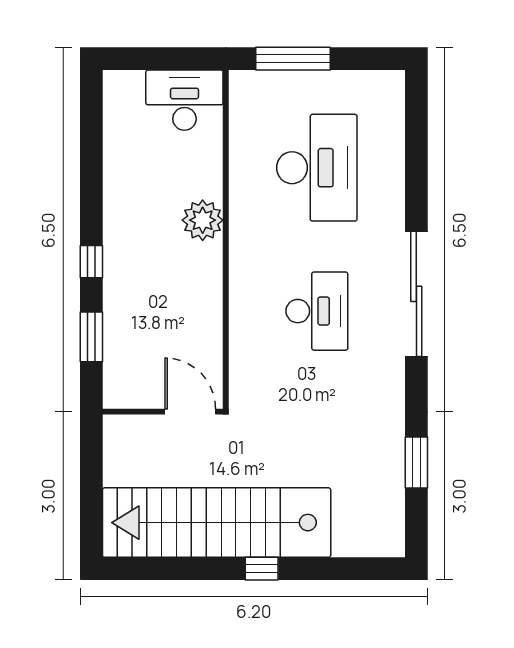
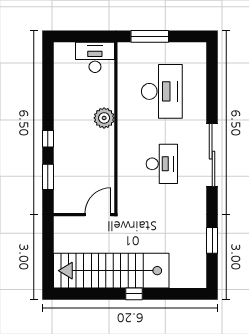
door: (190, 412) -> (98, 215), hinge flipped

